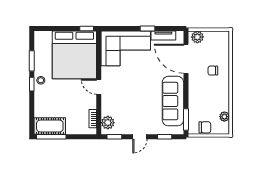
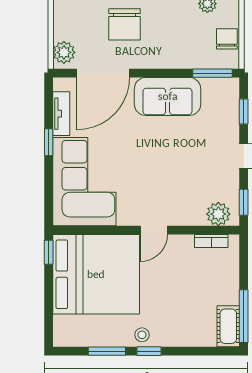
chair: (213, 71) -> (124, 24), width x1.87, depth x1.87
sofa: (173, 101) -> (168, 96), width x0.73
cot: (50, 126) -> (228, 326), width x0.73, depth x0.75

